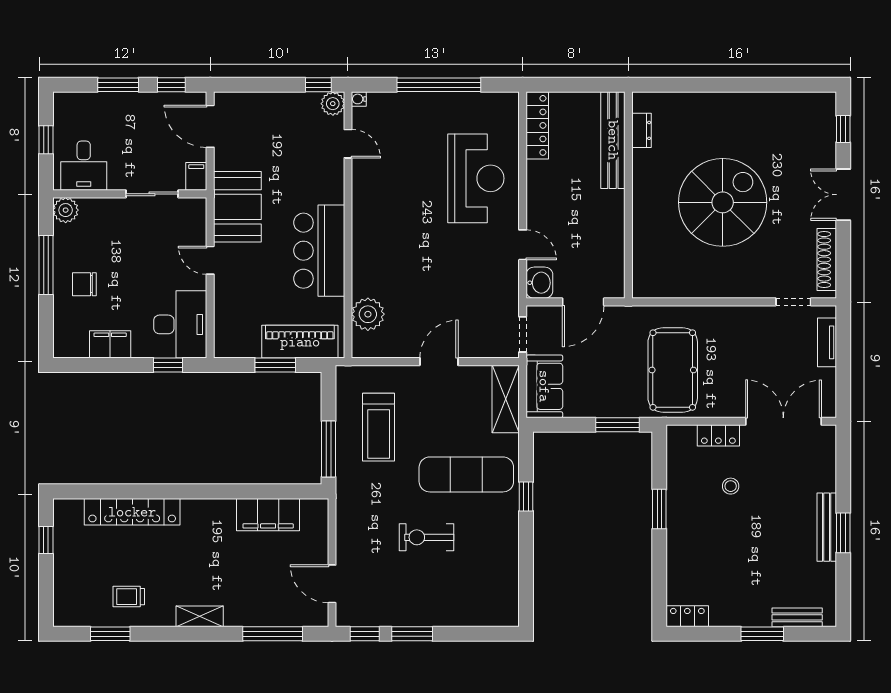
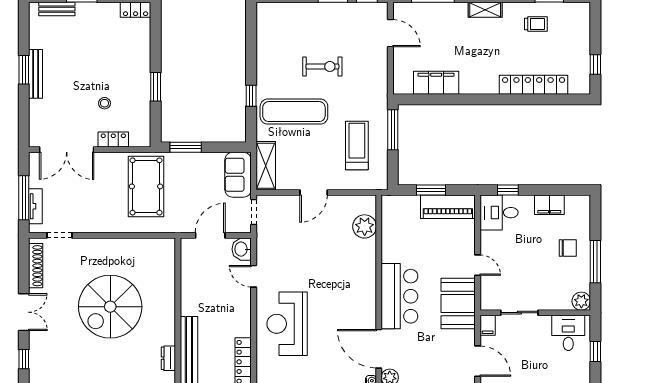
door: (348, 144) -> (379, 349), width x1.88
bar counter: (319, 251) -> (399, 296), moved
desk: (180, 324) -> (499, 213), width x0.73
piano: (300, 342) -> (448, 207), moved
window: (843, 354) -> (24, 198), added

